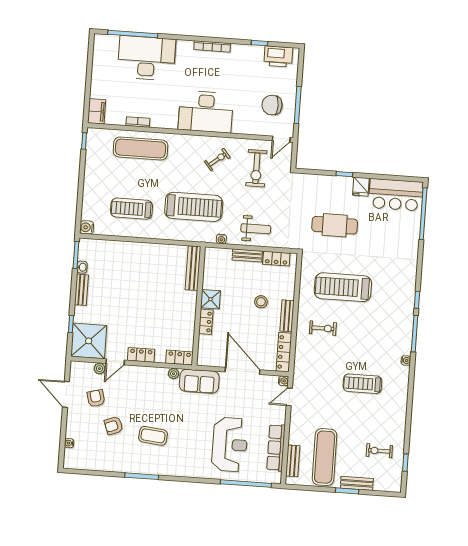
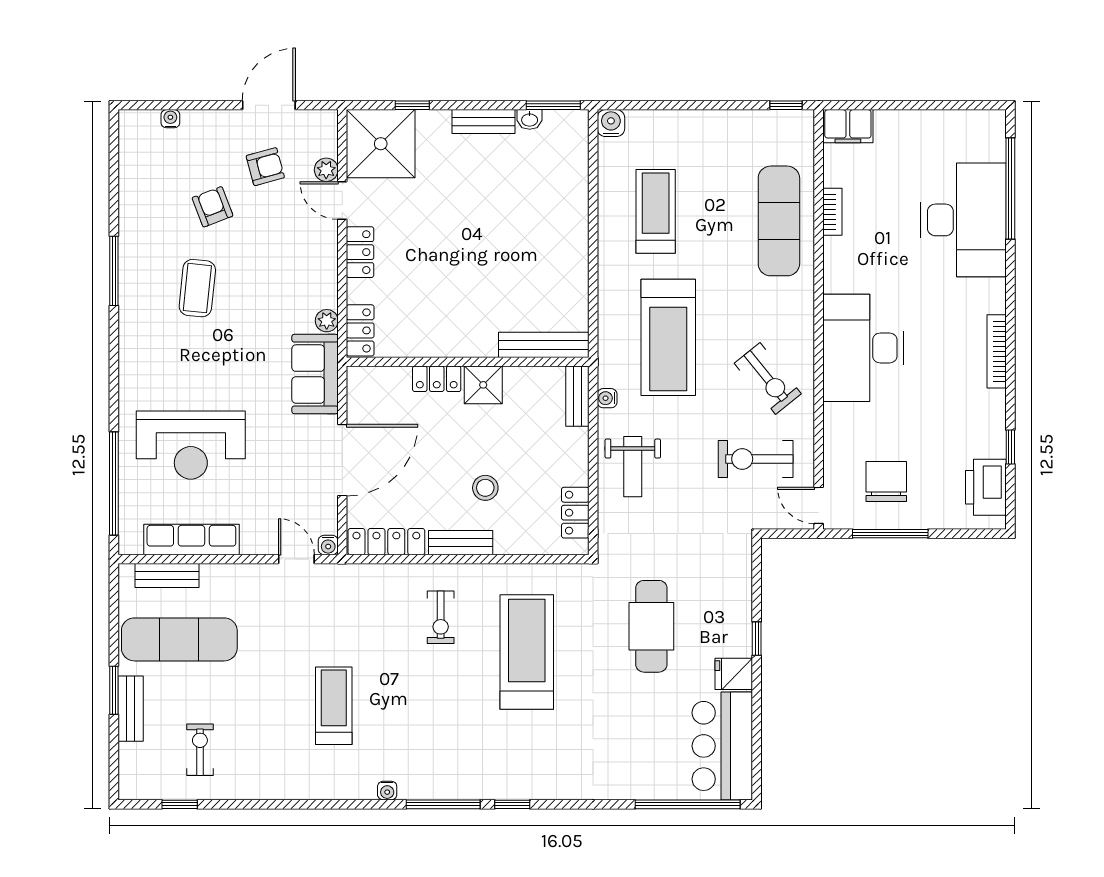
exercise bike: (217, 159) -> (768, 378), width x1.38, depth x1.39
bench: (247, 255) -> (577, 396), moved

